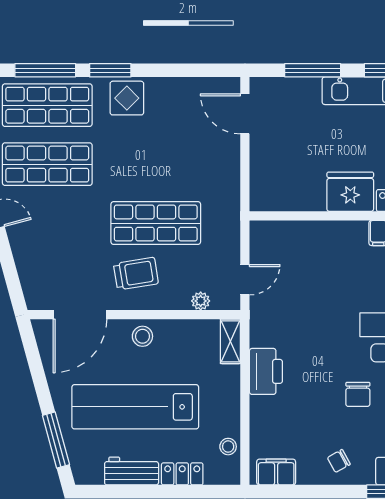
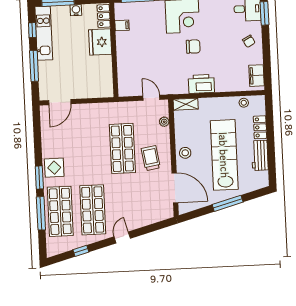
chair: (358, 394) -> (193, 47), moved
lab bench: (135, 407) -> (224, 155), turned 180
window: (56, 440) -> (228, 203), moved

